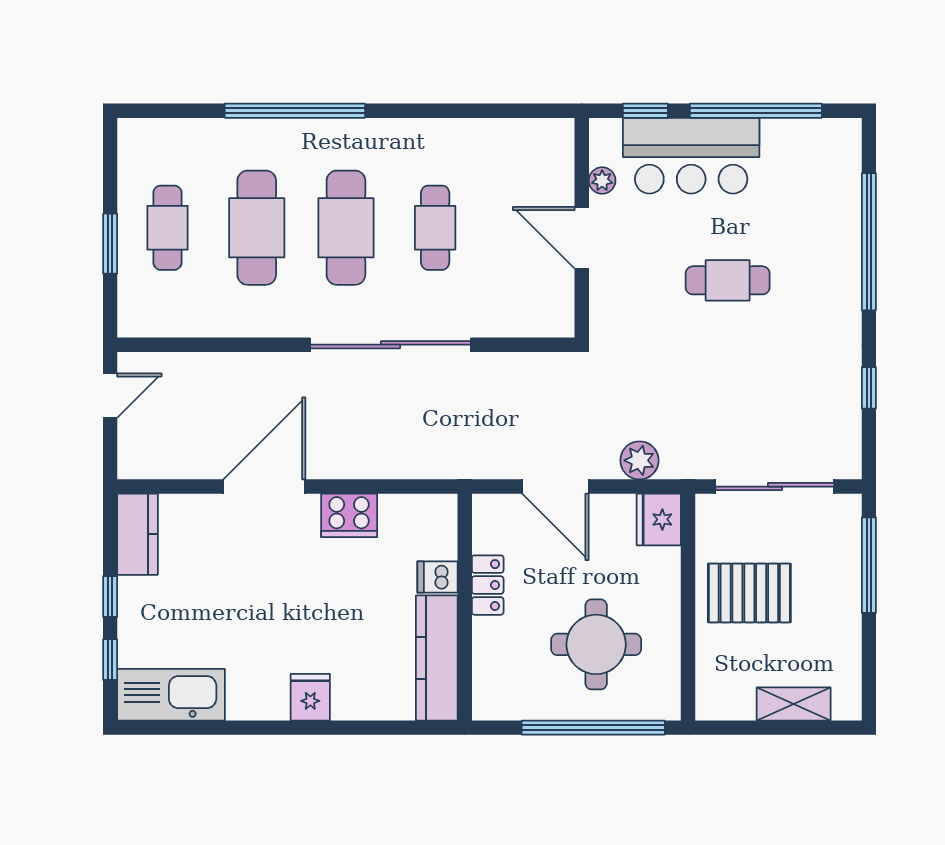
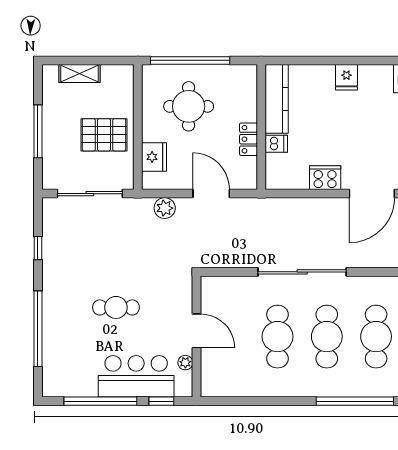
cafe table: (435, 228) -> (278, 337), width x1.37, depth x1.35
fridge: (659, 519) -> (154, 157), moved
window: (869, 565) -> (38, 131), moved

